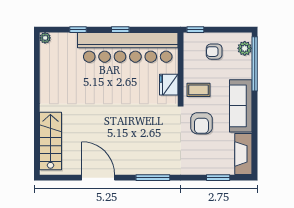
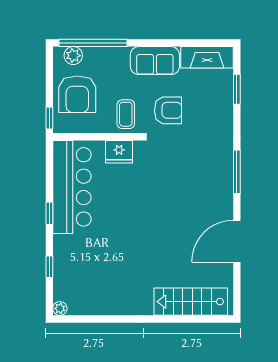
bar counter: (128, 47) -> (72, 187), width x0.73
armchair: (214, 52) -> (77, 94), width x1.88, depth x1.88
sofa: (241, 106) -> (155, 61), width x0.73

